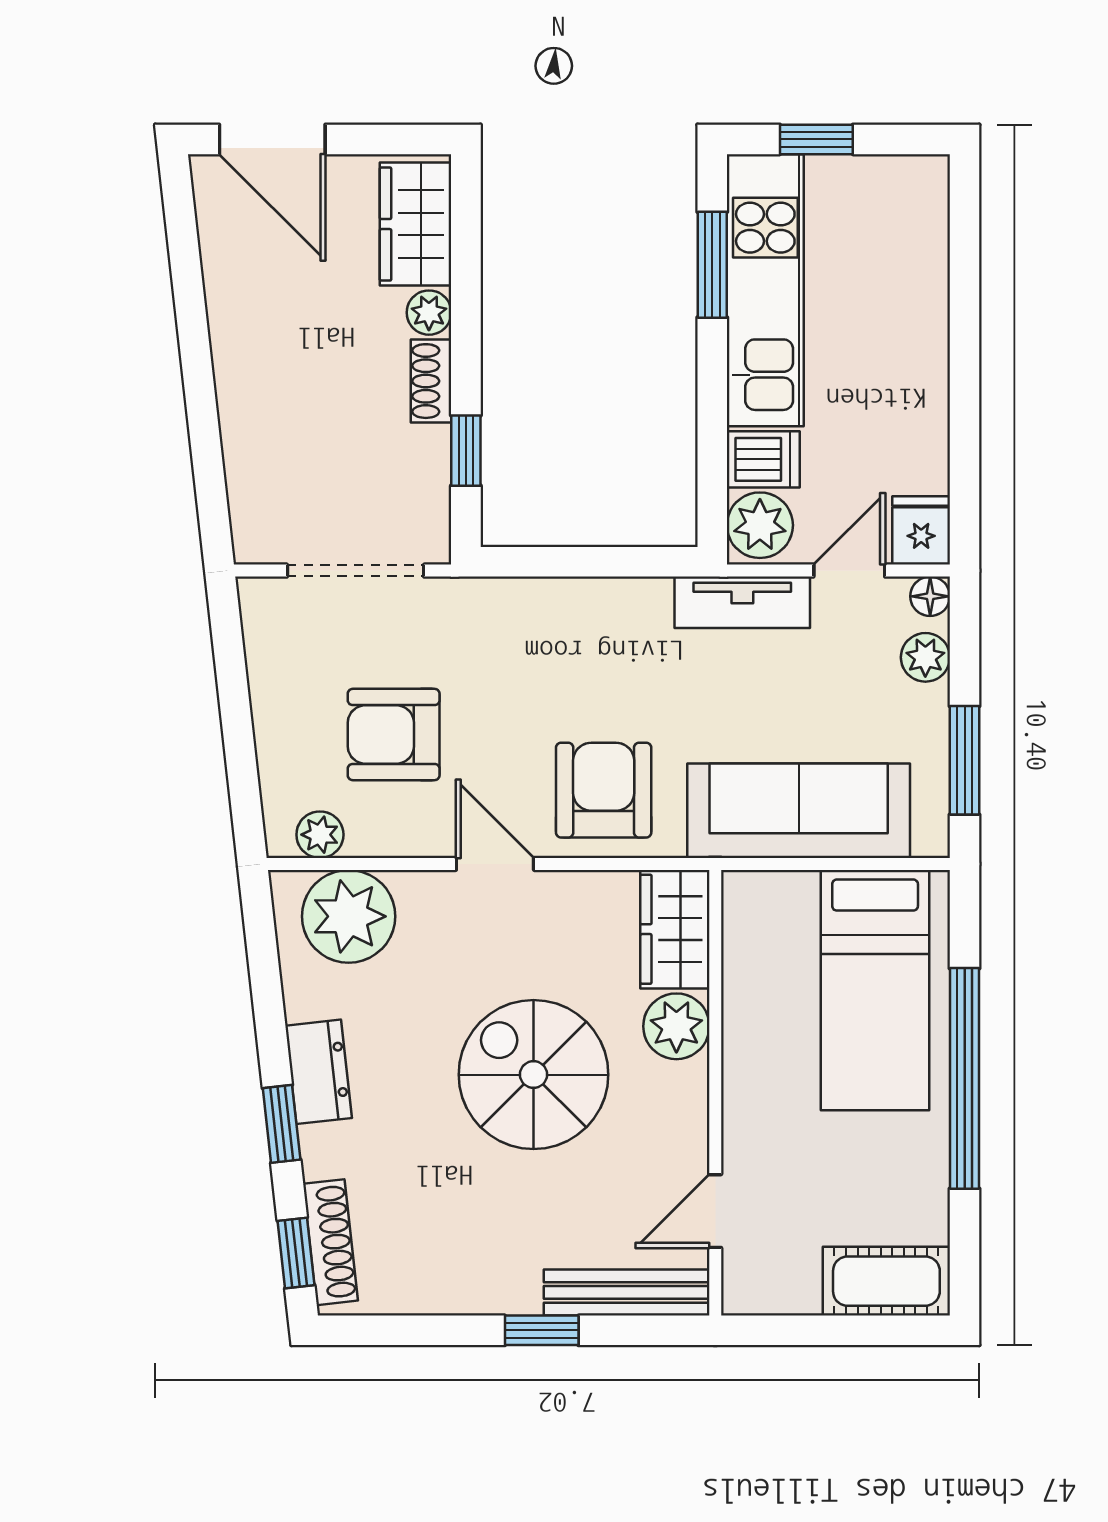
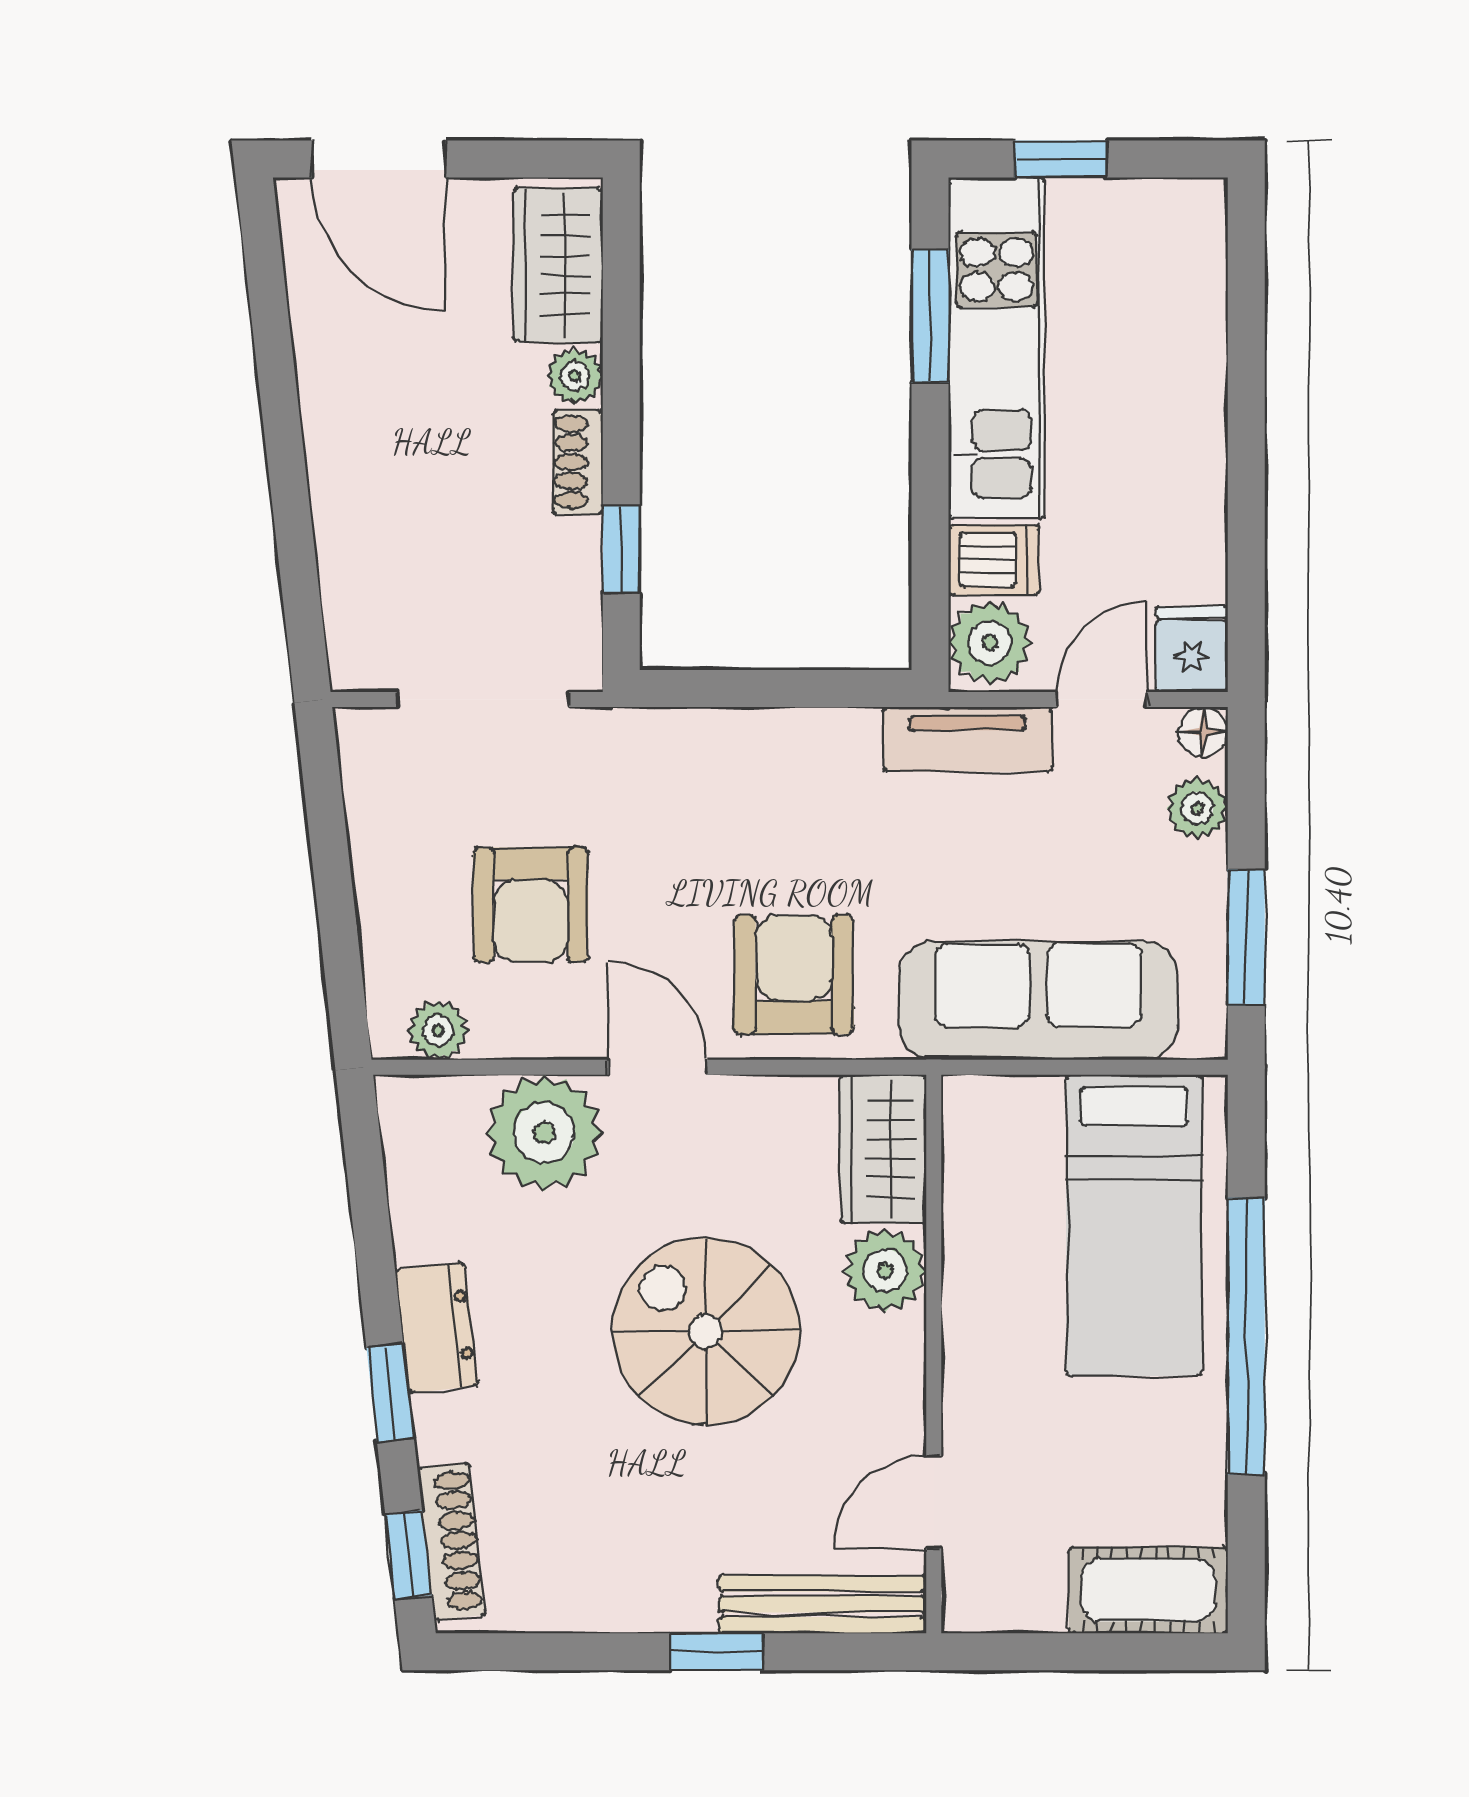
armchair: (394, 734) -> (531, 905), turned -90
plant: (349, 916) -> (544, 1133), moved

